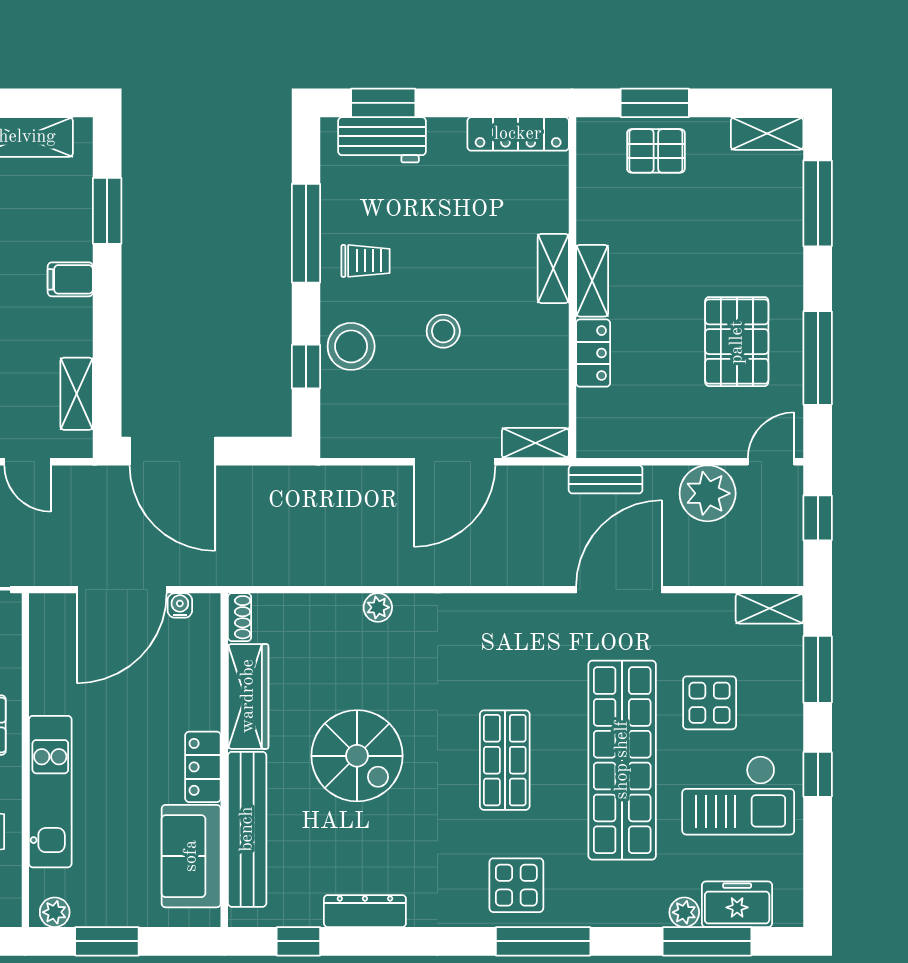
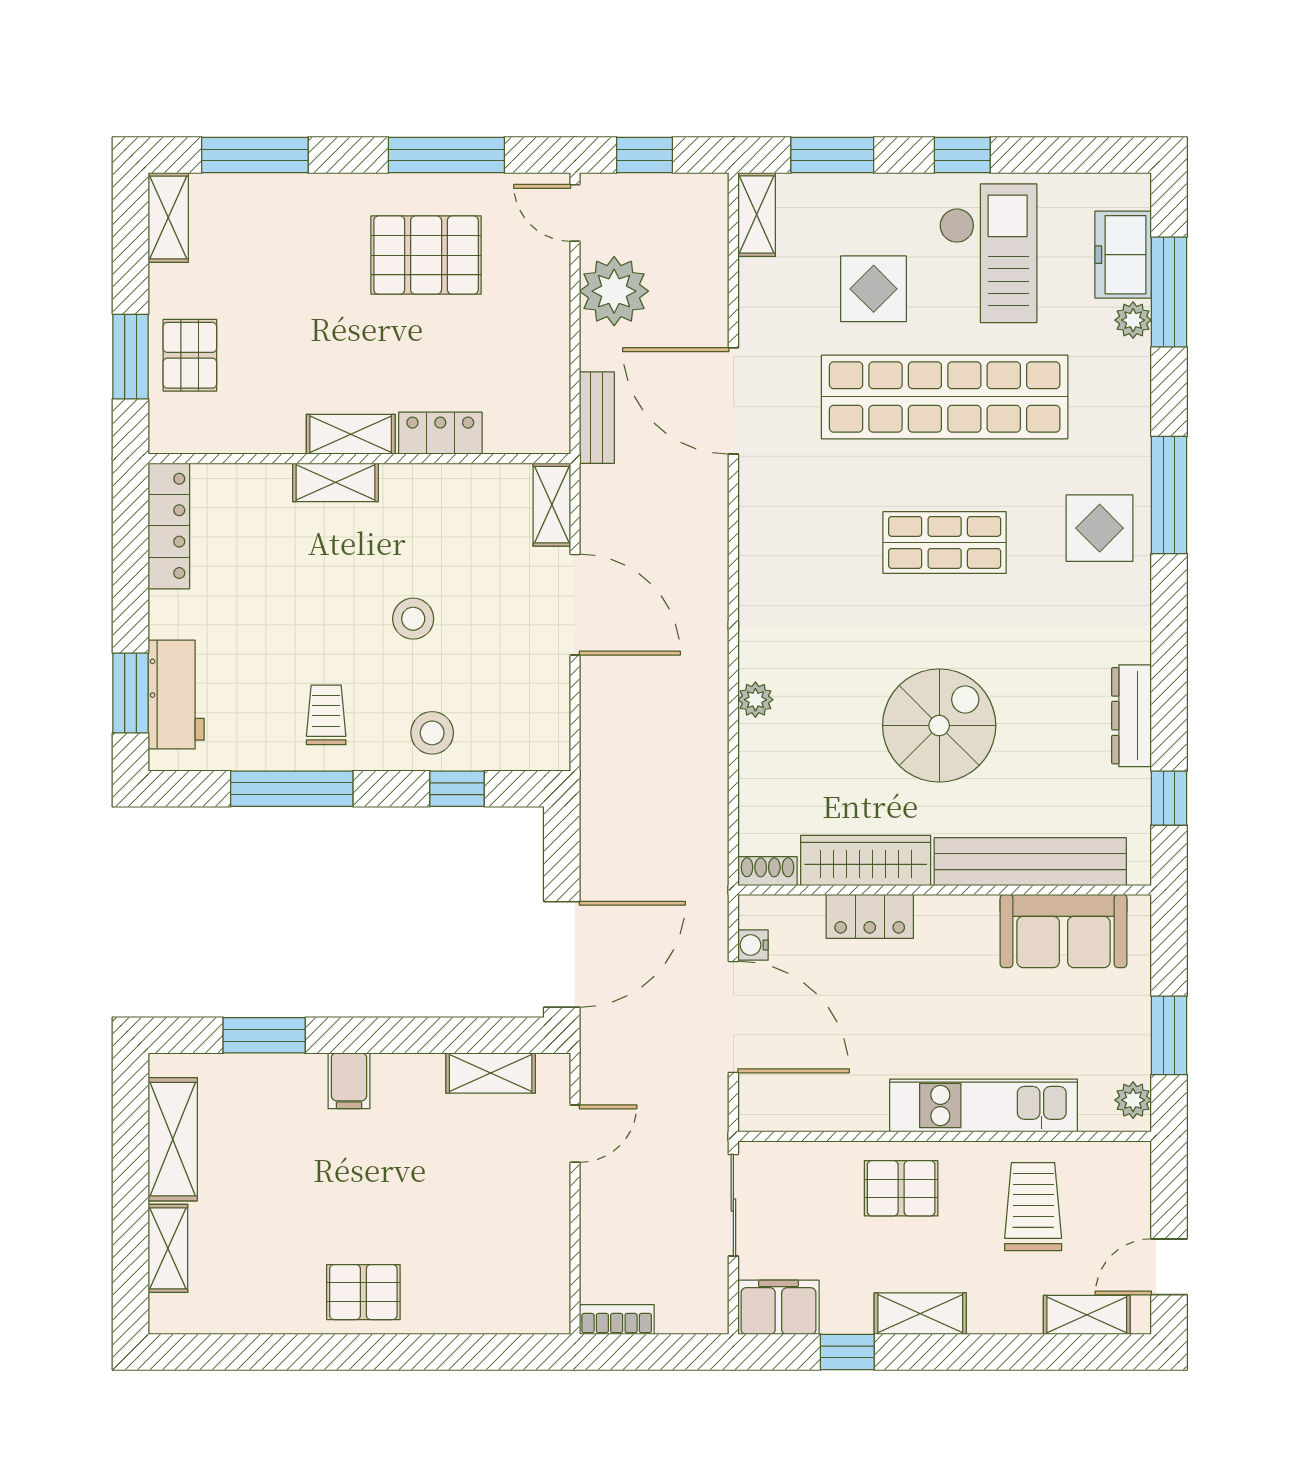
stool: (351, 346) -> (432, 733), width x0.73, depth x0.73
locker: (203, 767) -> (870, 916), moved

